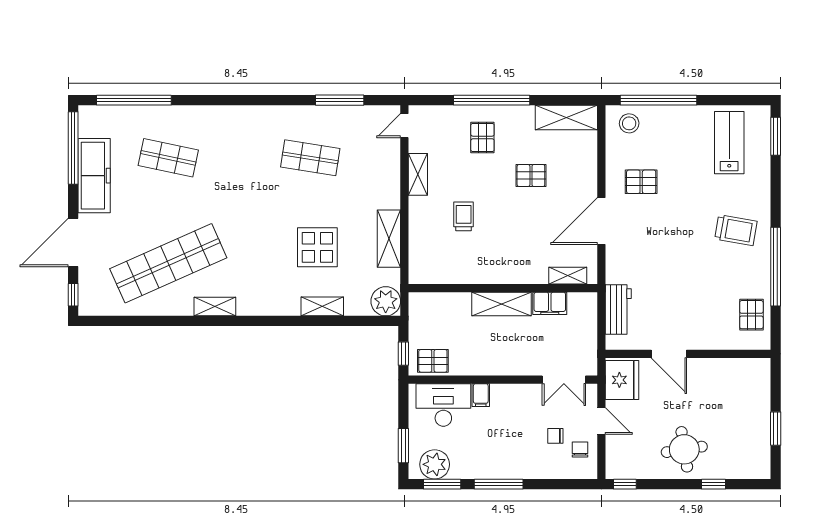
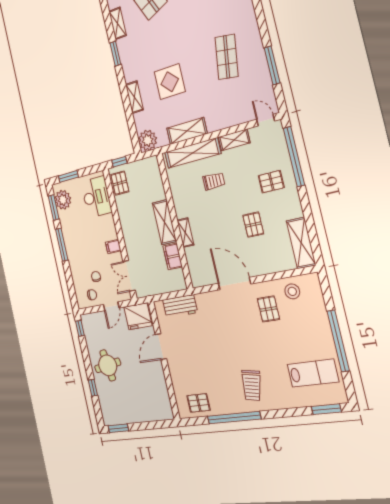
window: (492, 100) -> (294, 157), moved
window: (659, 100) -> (338, 341), moved
stool: (629, 123) -> (292, 291), moved
shelving: (420, 238) -> (193, 153), added
shelving: (568, 276) -> (185, 233), moved
window: (255, 321) -> (115, 54), added
filing cabinet: (481, 395) -> (113, 247), moved
window: (776, 429) -> (118, 428), moved

